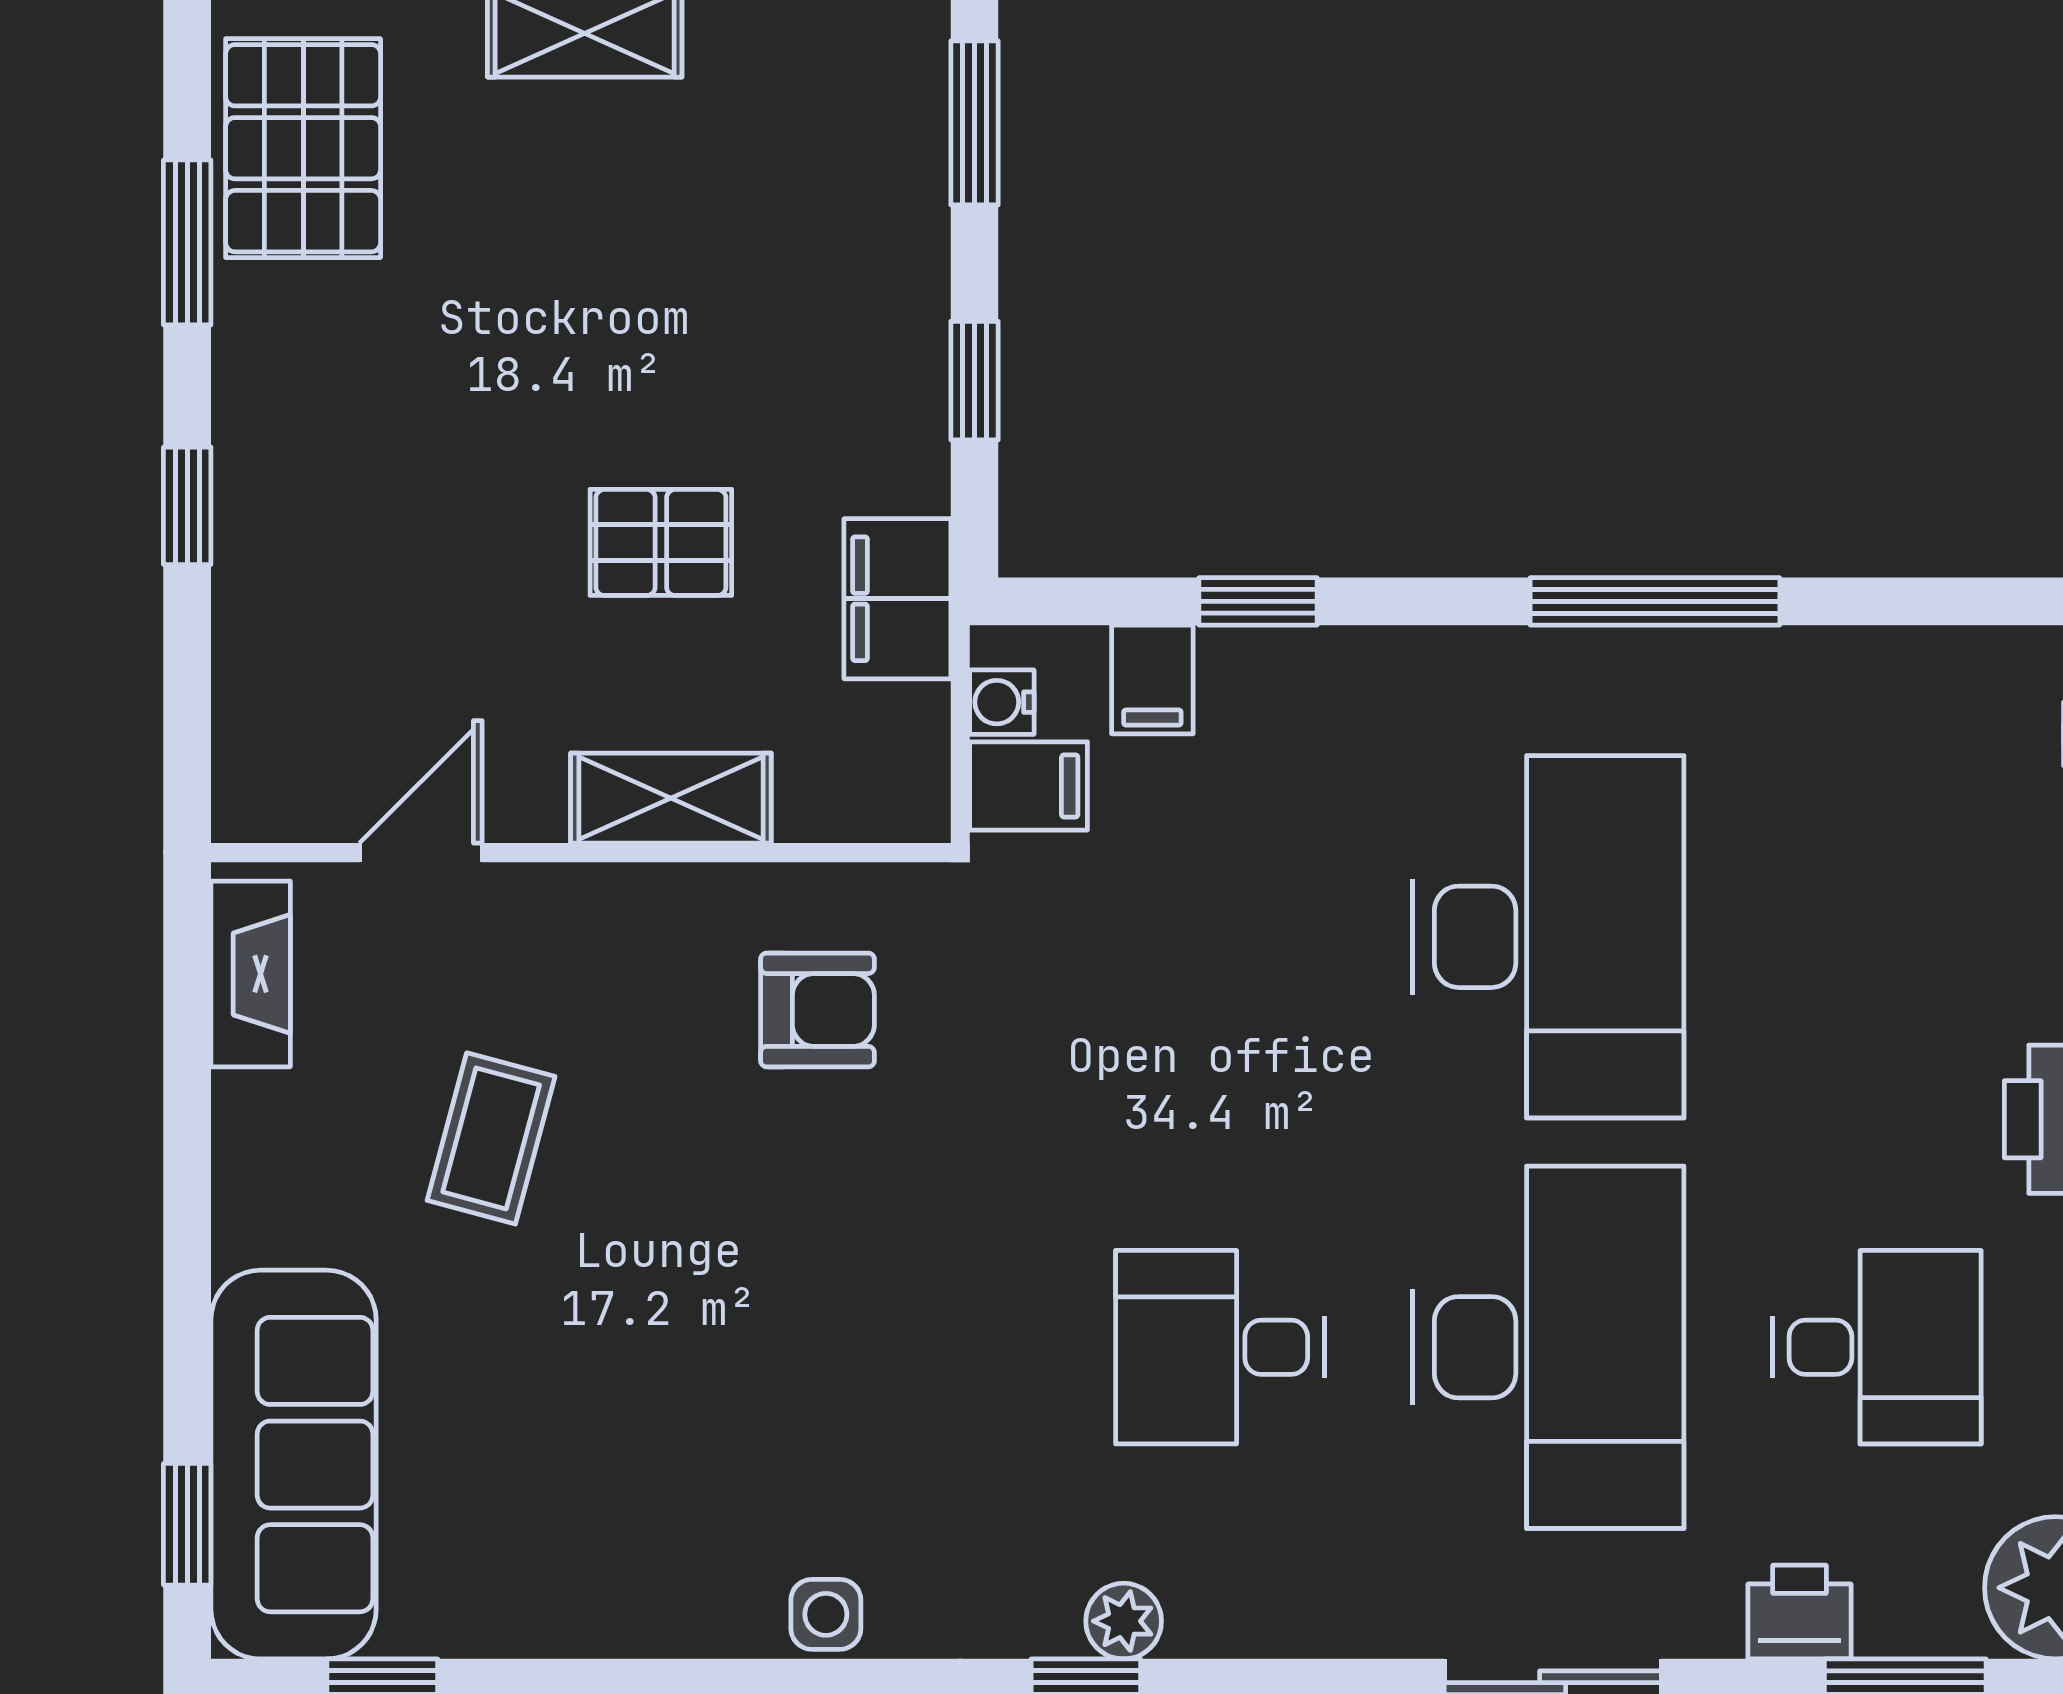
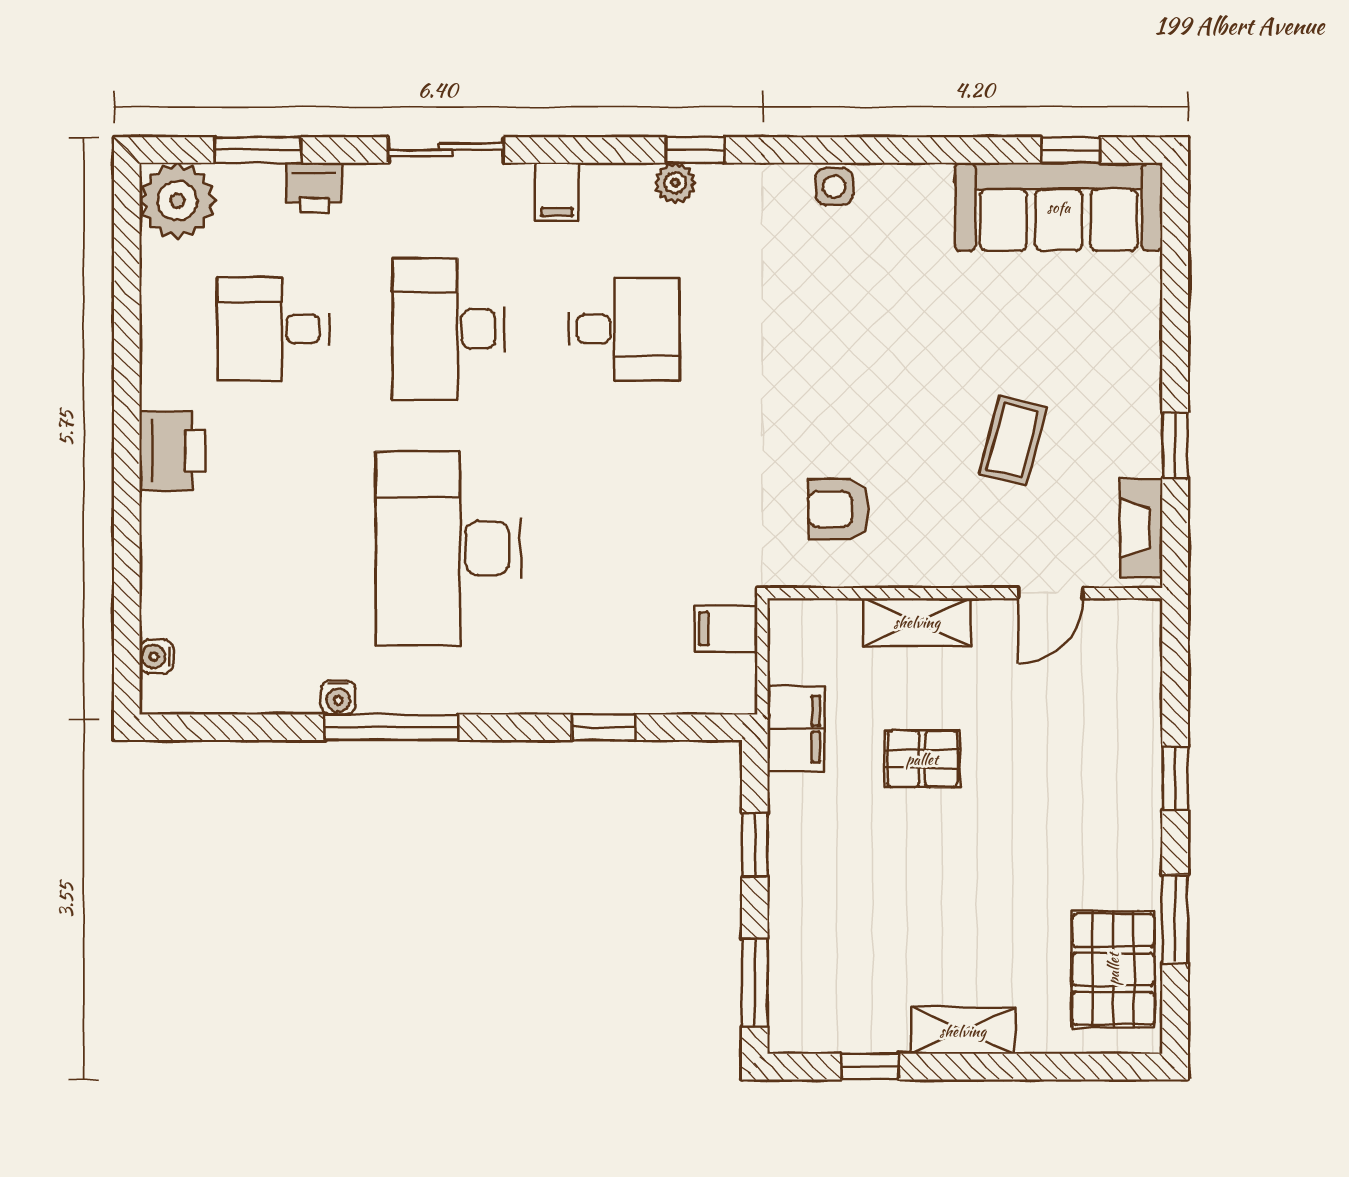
filing cabinet: (1152, 679) -> (557, 192), moved, turned 180
water cooler: (1002, 702) -> (338, 697), moved, turned 90
desk: (1548, 1347) -> (448, 329), width x0.73, depth x0.77
sofa: (294, 1465) -> (1059, 207), moved, turned -90
window: (187, 1524) -> (1175, 445), moved

